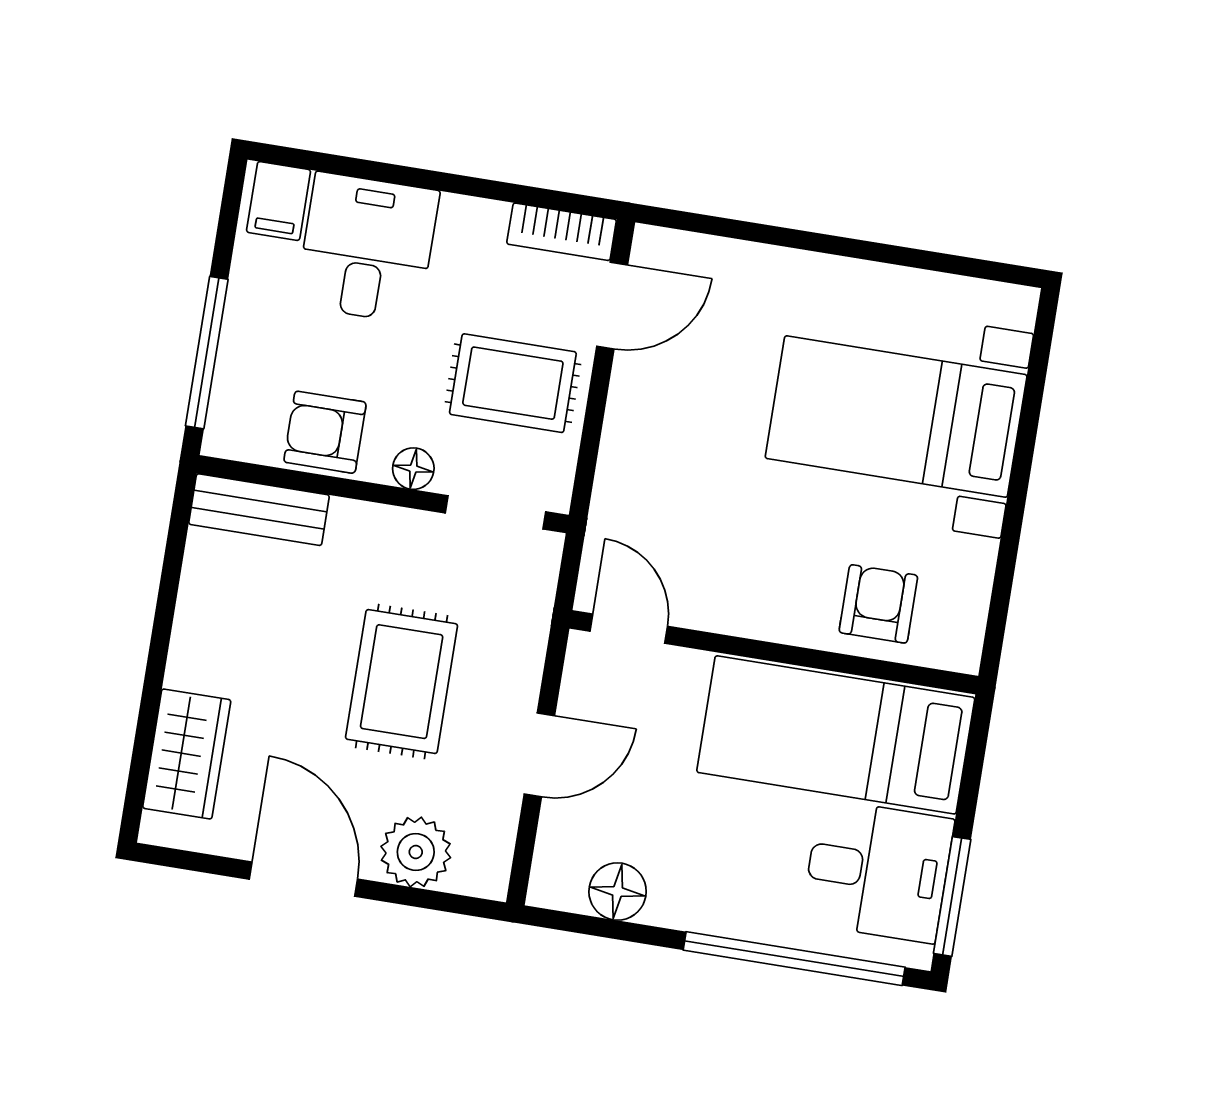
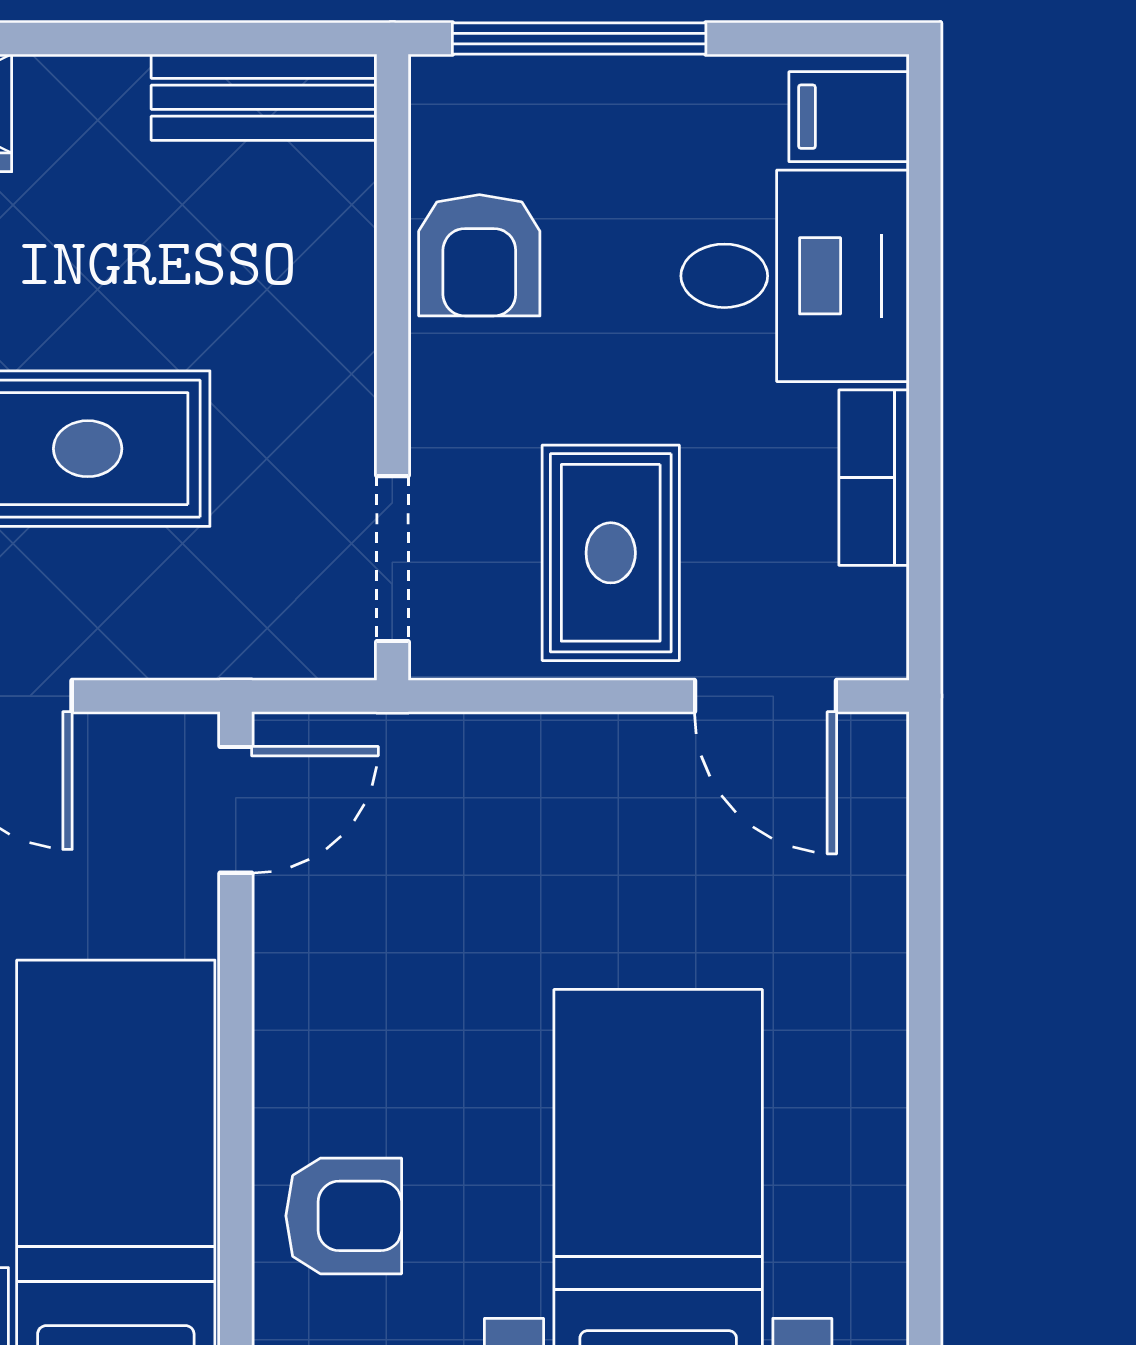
bookcase: (562, 232) -> (874, 478), moved
armchair: (325, 432) -> (479, 255), turned 180
floor lamp: (413, 469) -> (443, 411), removed
bench: (259, 510) -> (264, 97), moved, turned 90

